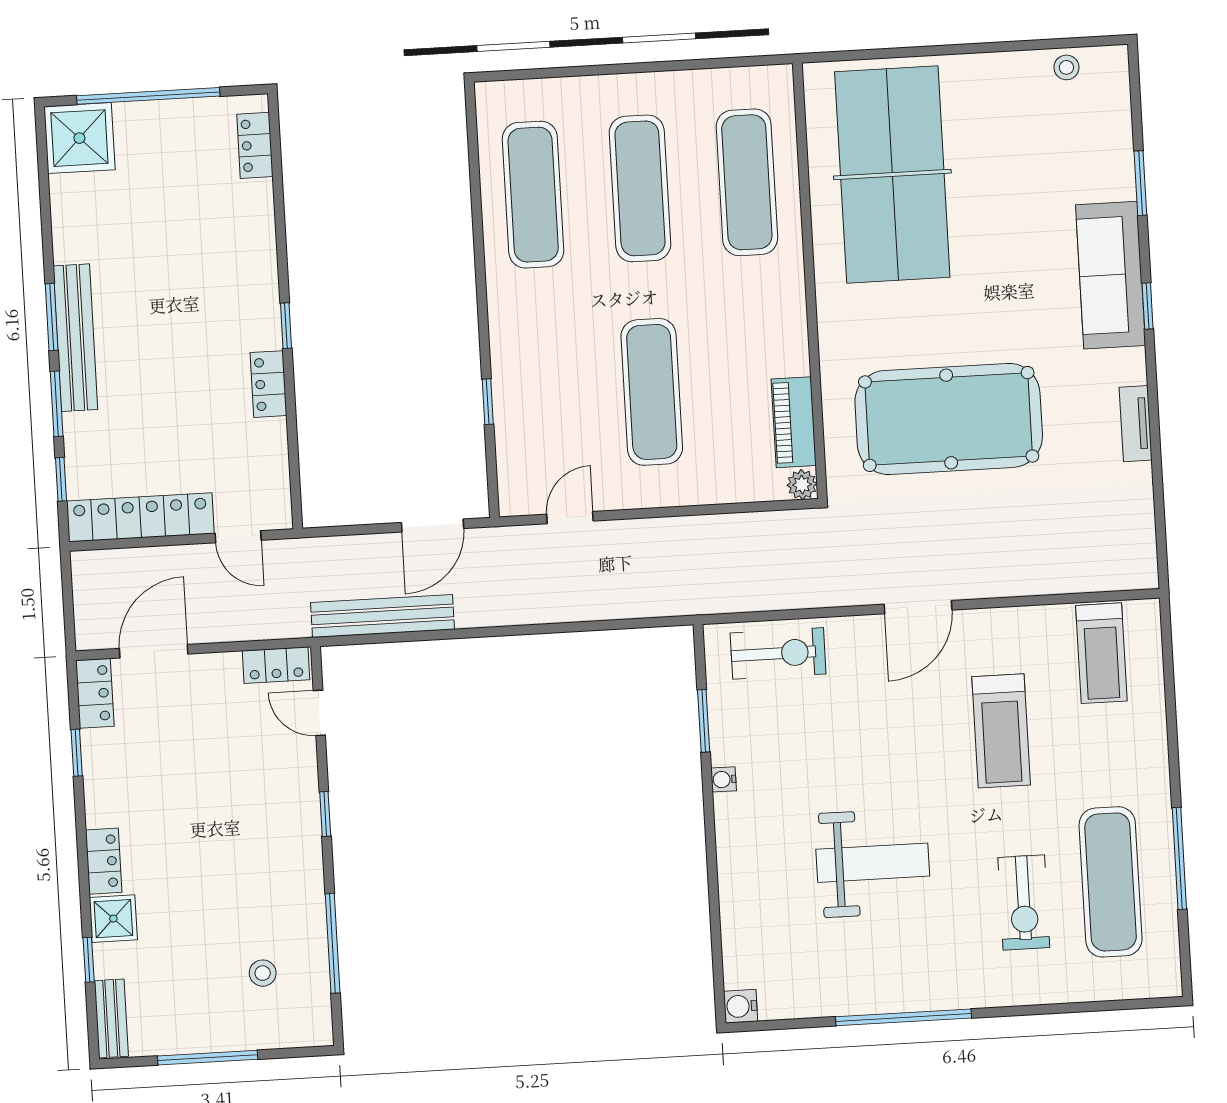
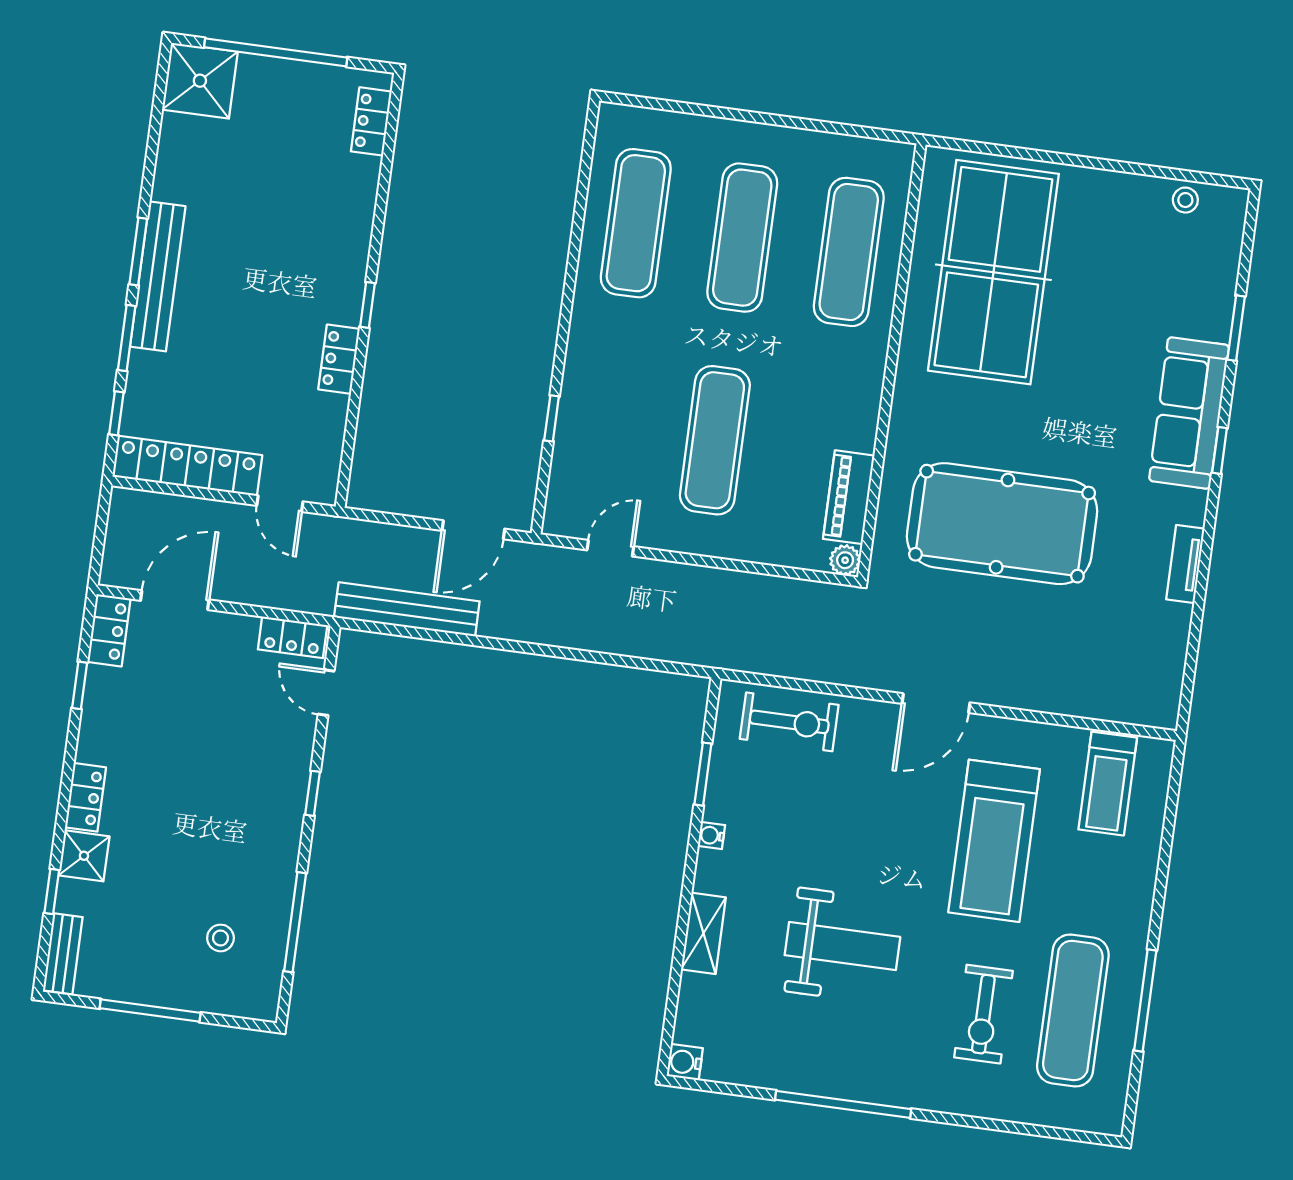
treadmill: (1001, 731) -> (994, 841), width x1.37, depth x1.38
shelving: (734, 877) -> (703, 933), added

